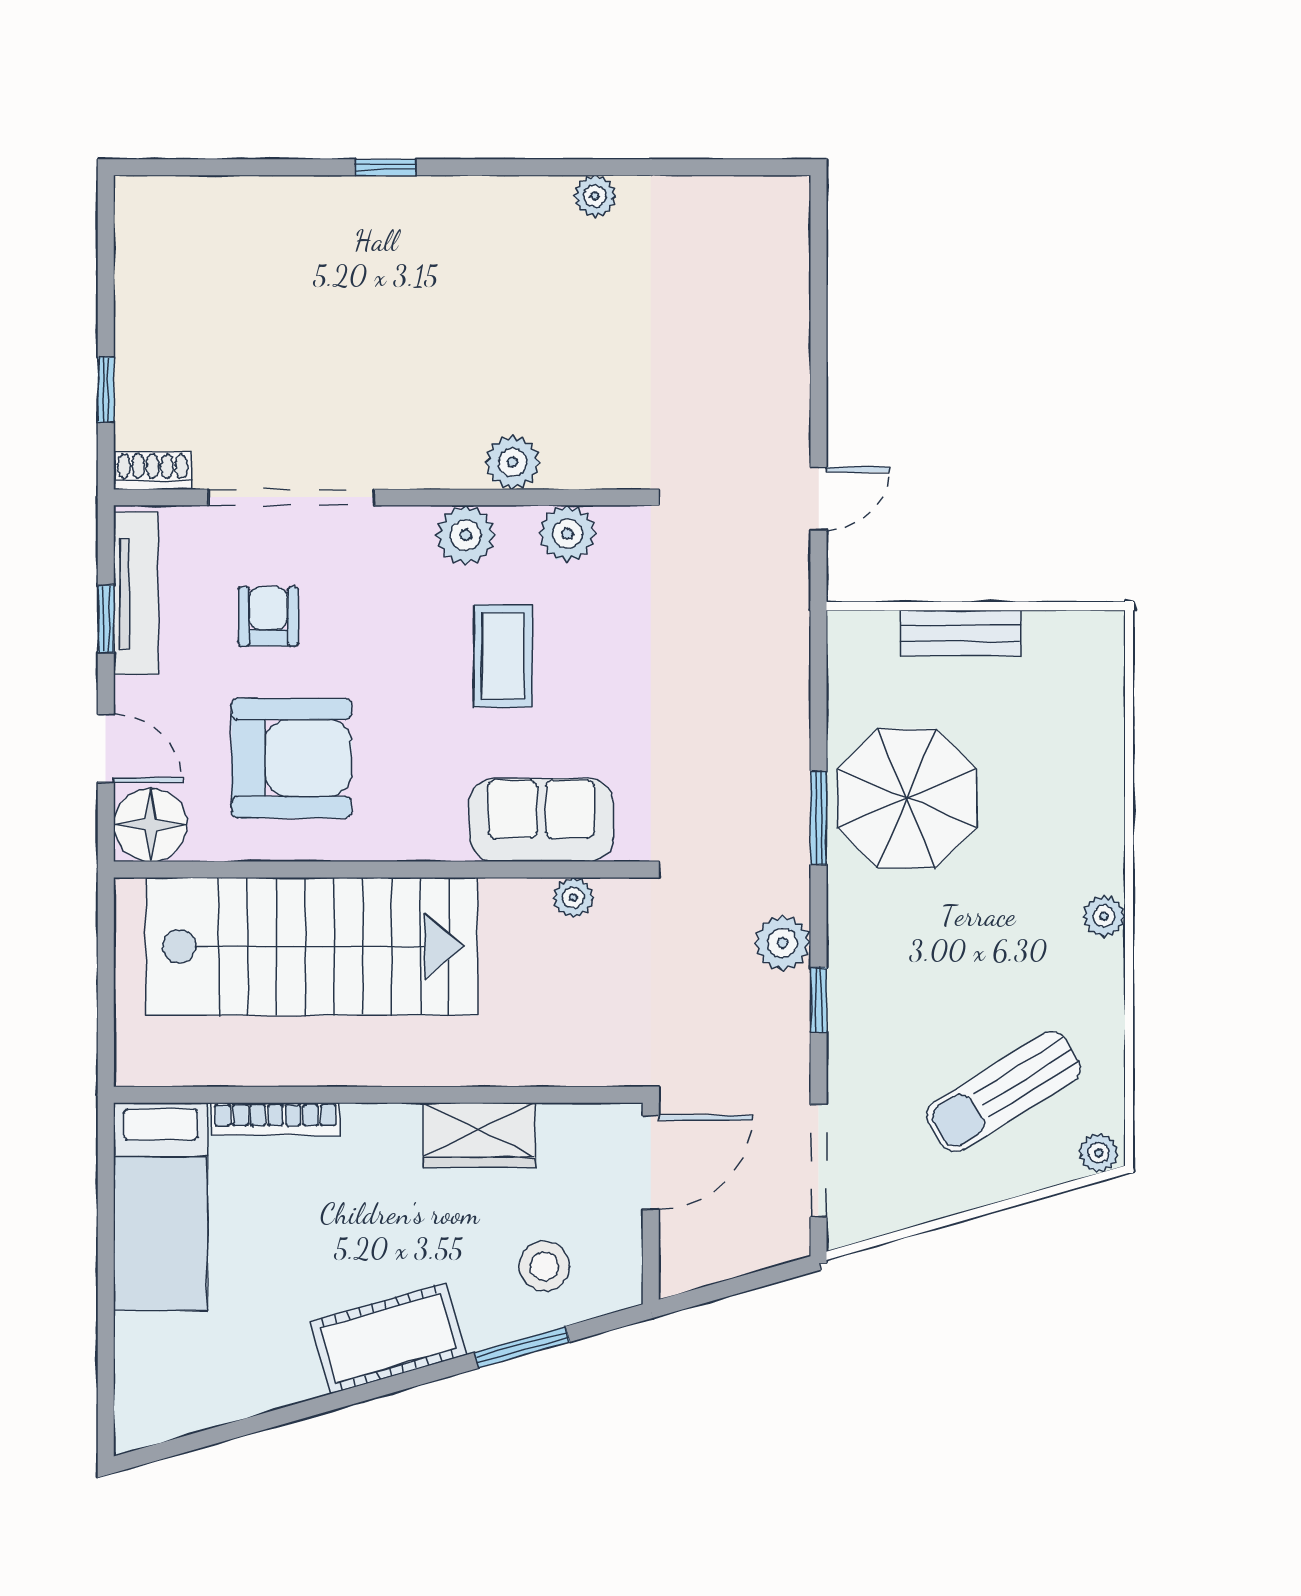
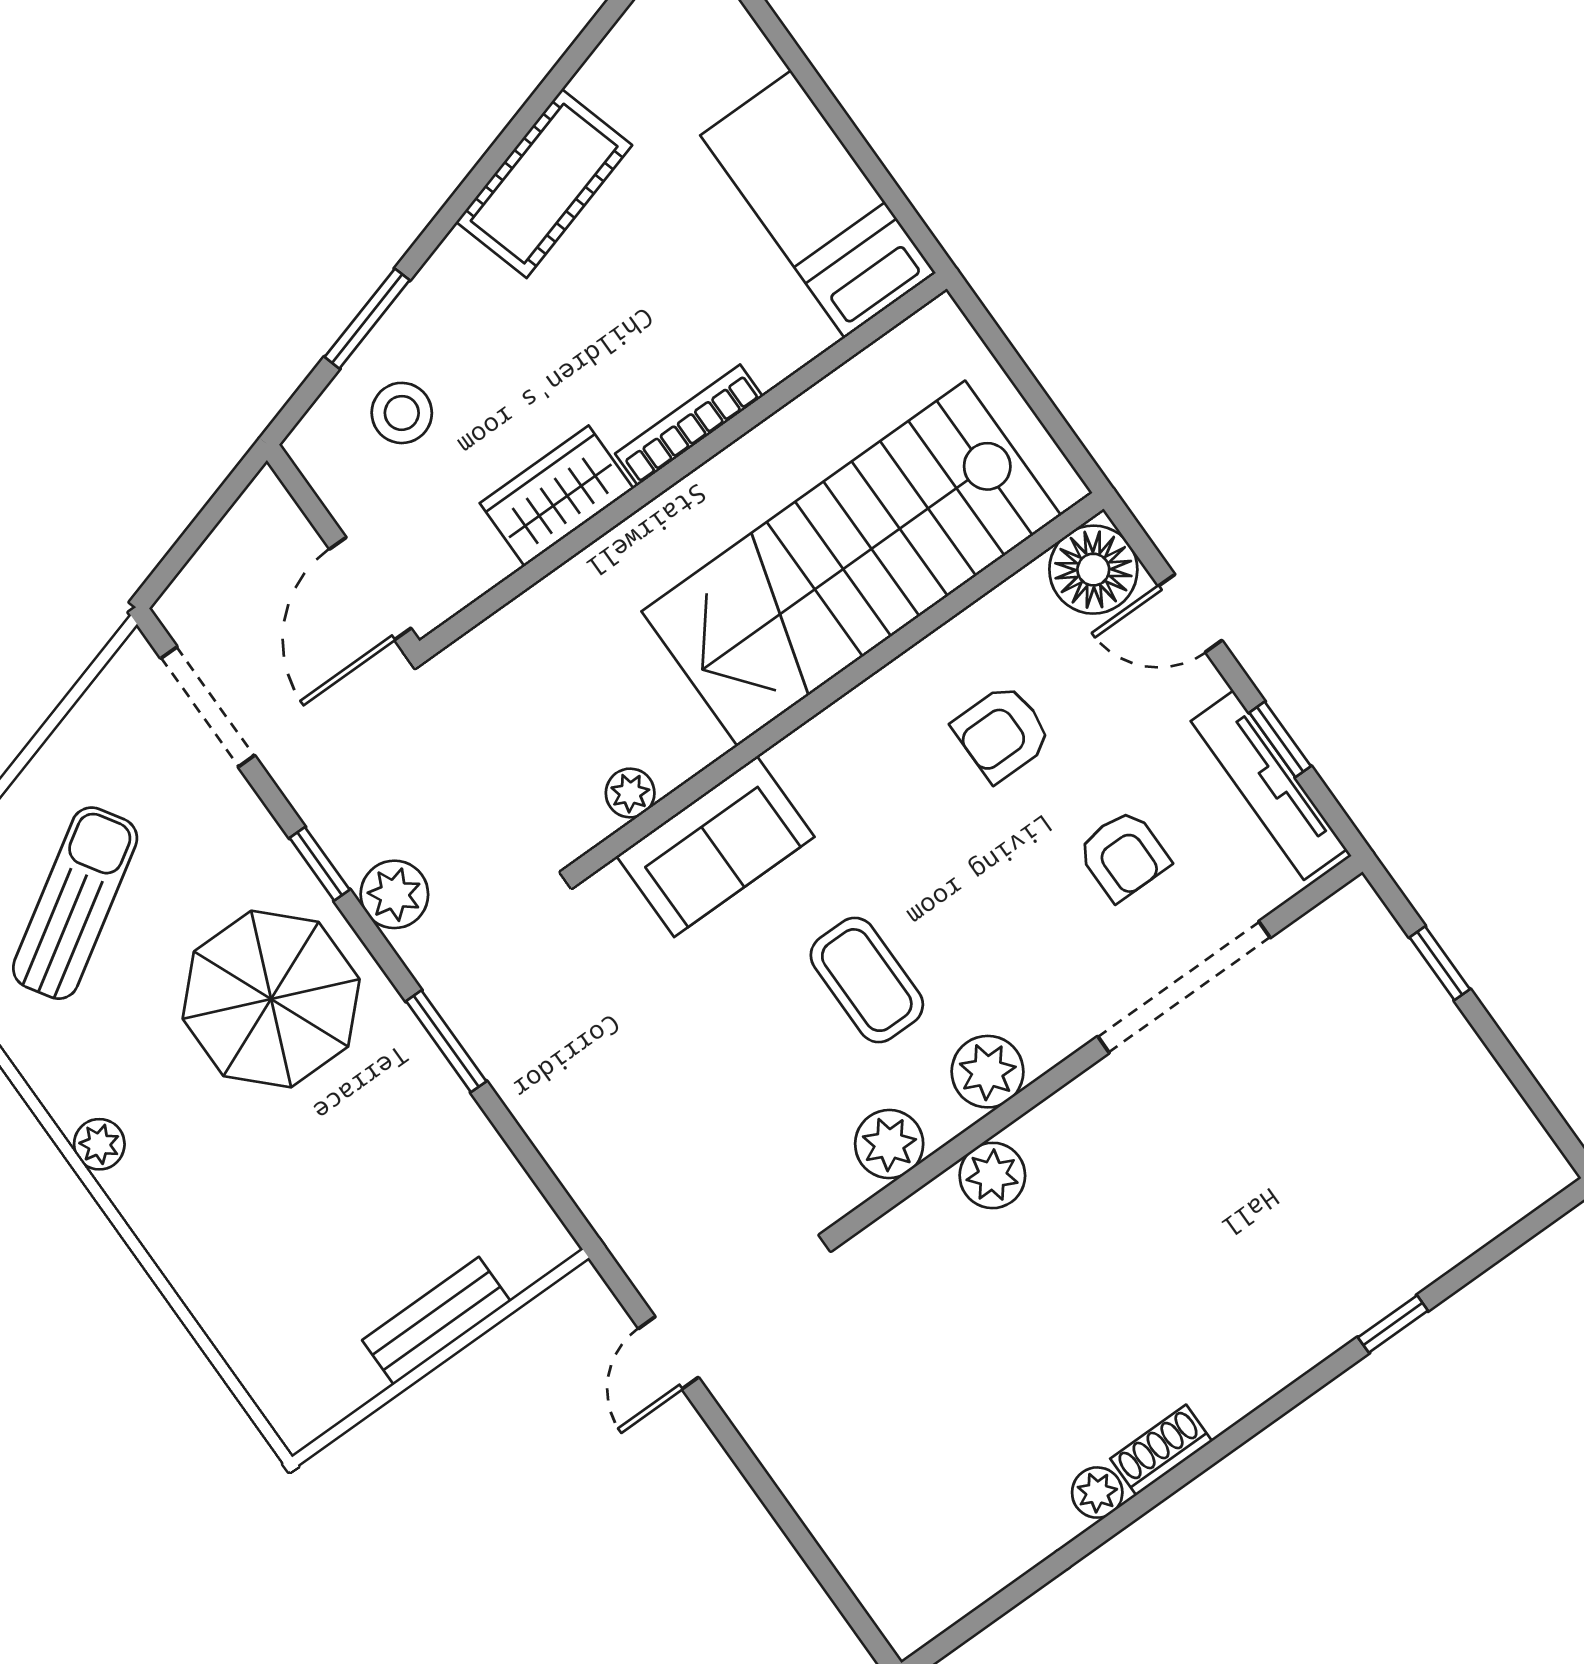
window: (386, 167) -> (1393, 1324), moved
shoe rack: (153, 471) -> (1161, 1450), moved, turned 180
armchair: (292, 758) -> (1002, 733), width x0.53, depth x0.53
parasol: (907, 798) -> (271, 999), moved
bookcase: (275, 1119) -> (689, 425), moved
cot: (388, 1338) -> (544, 184), moved

